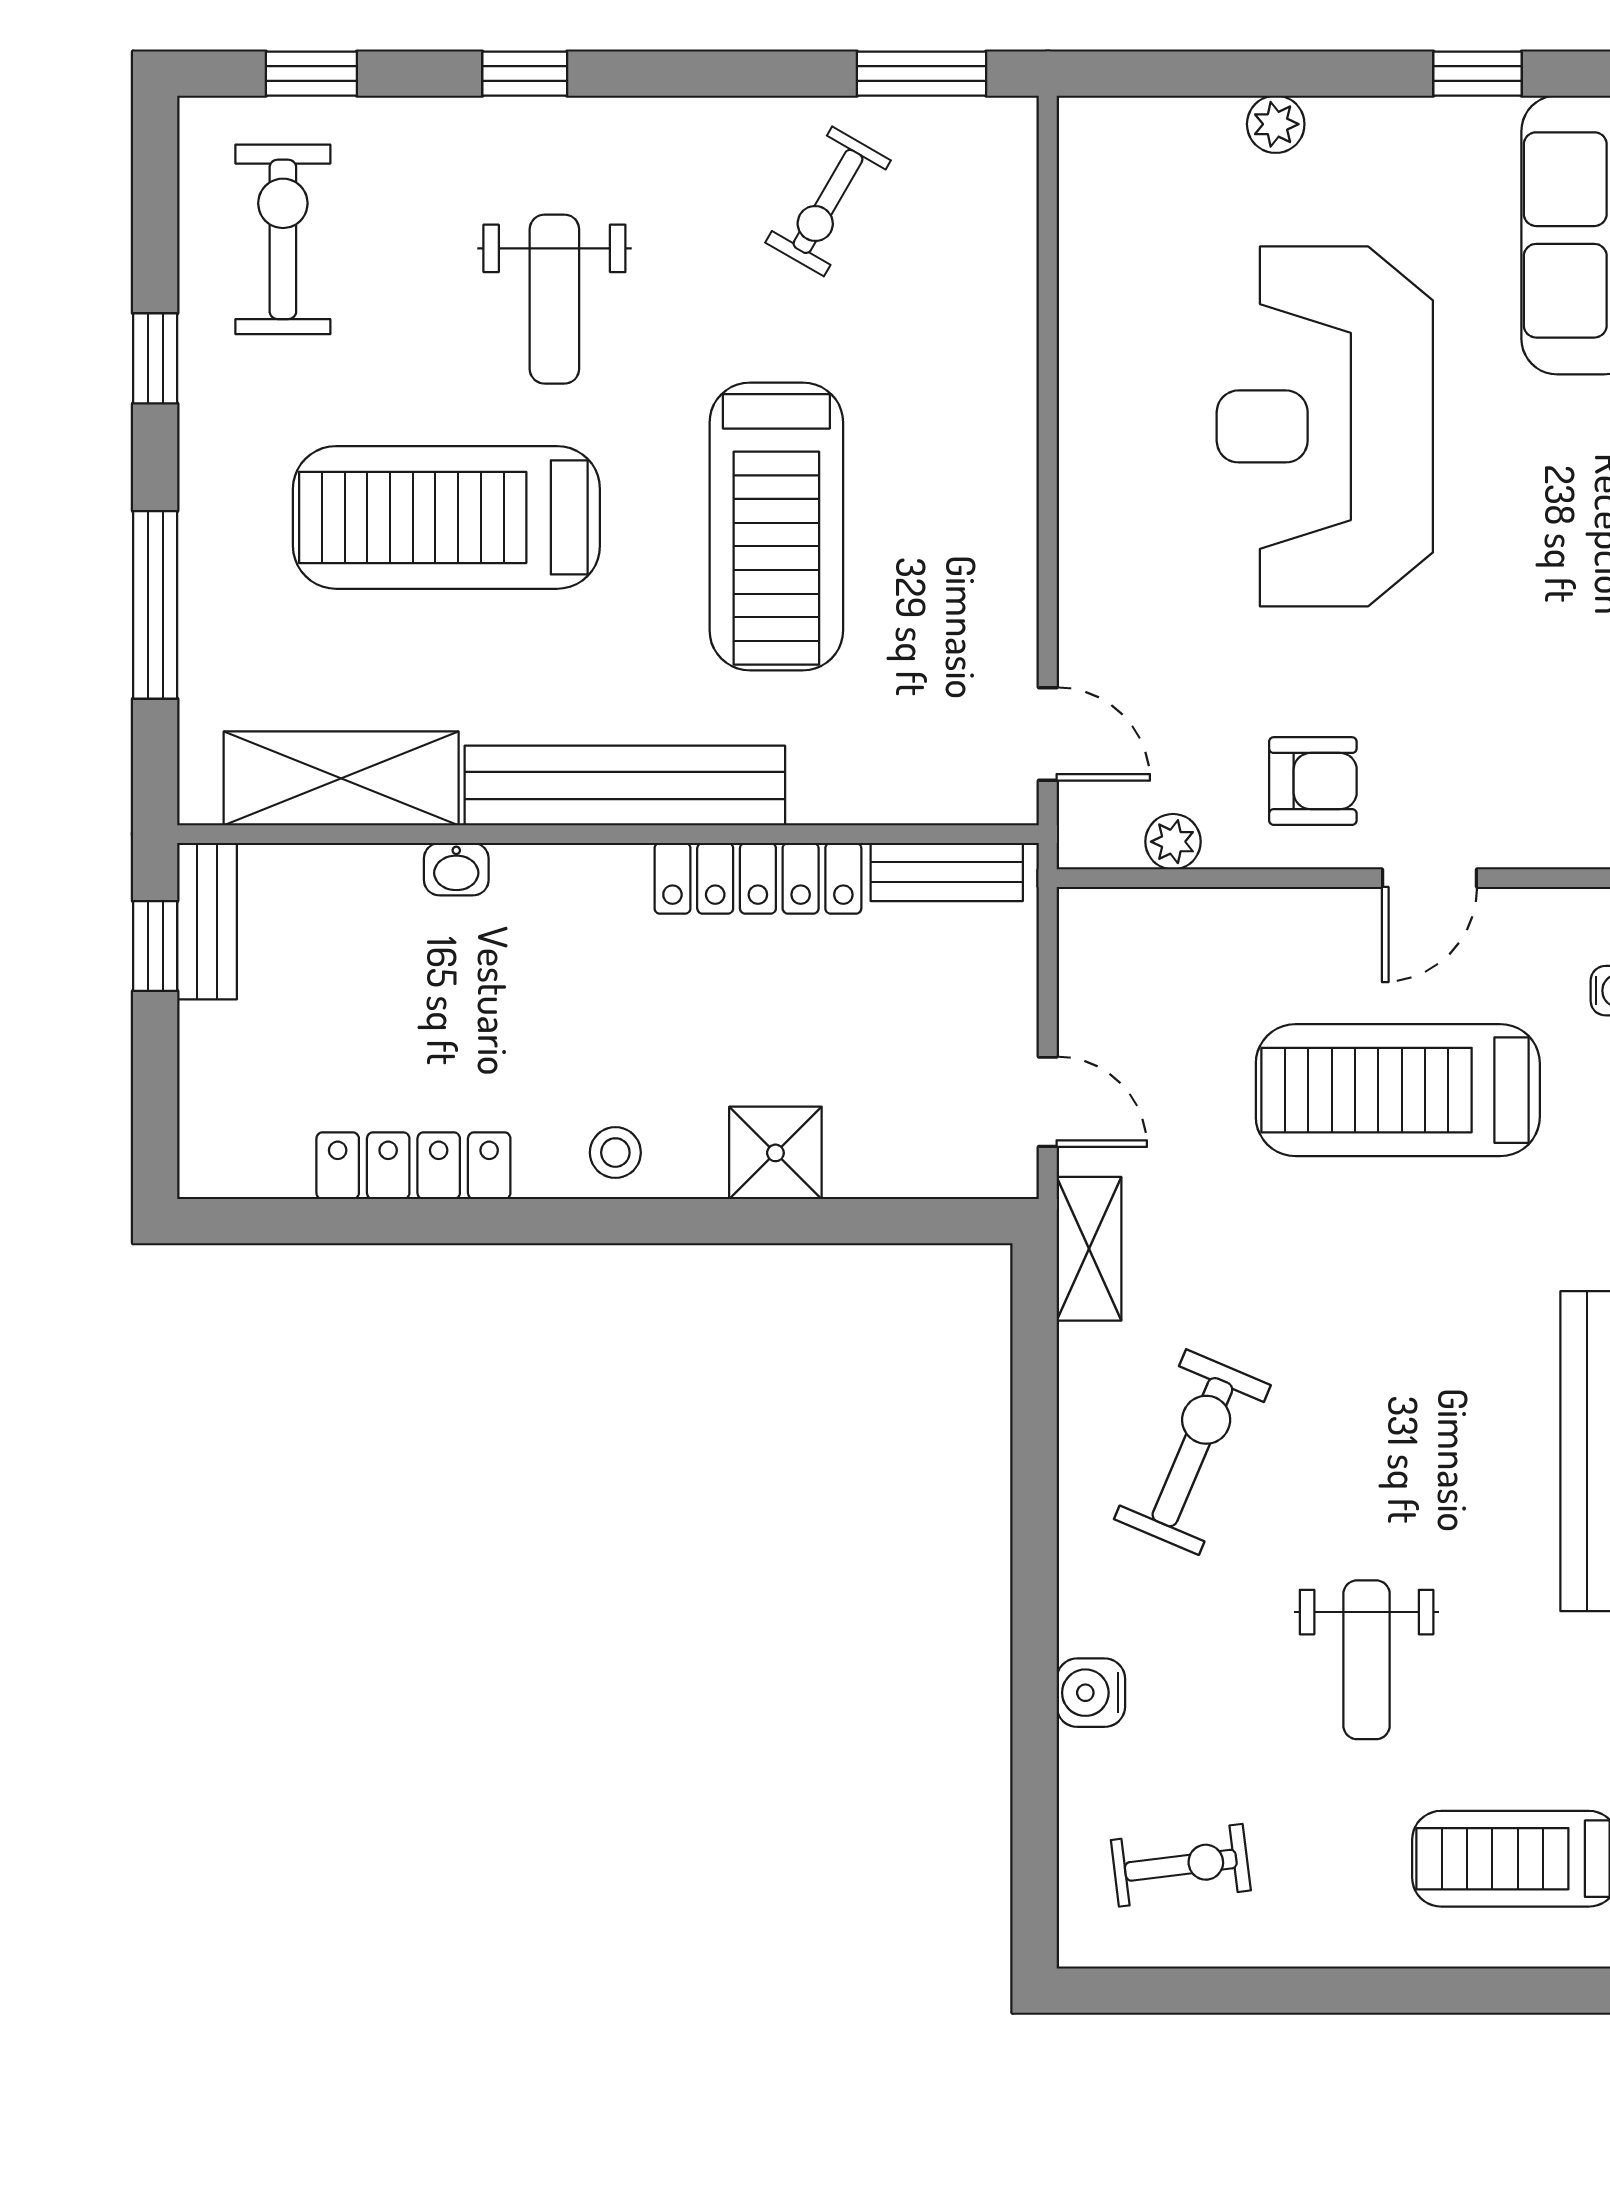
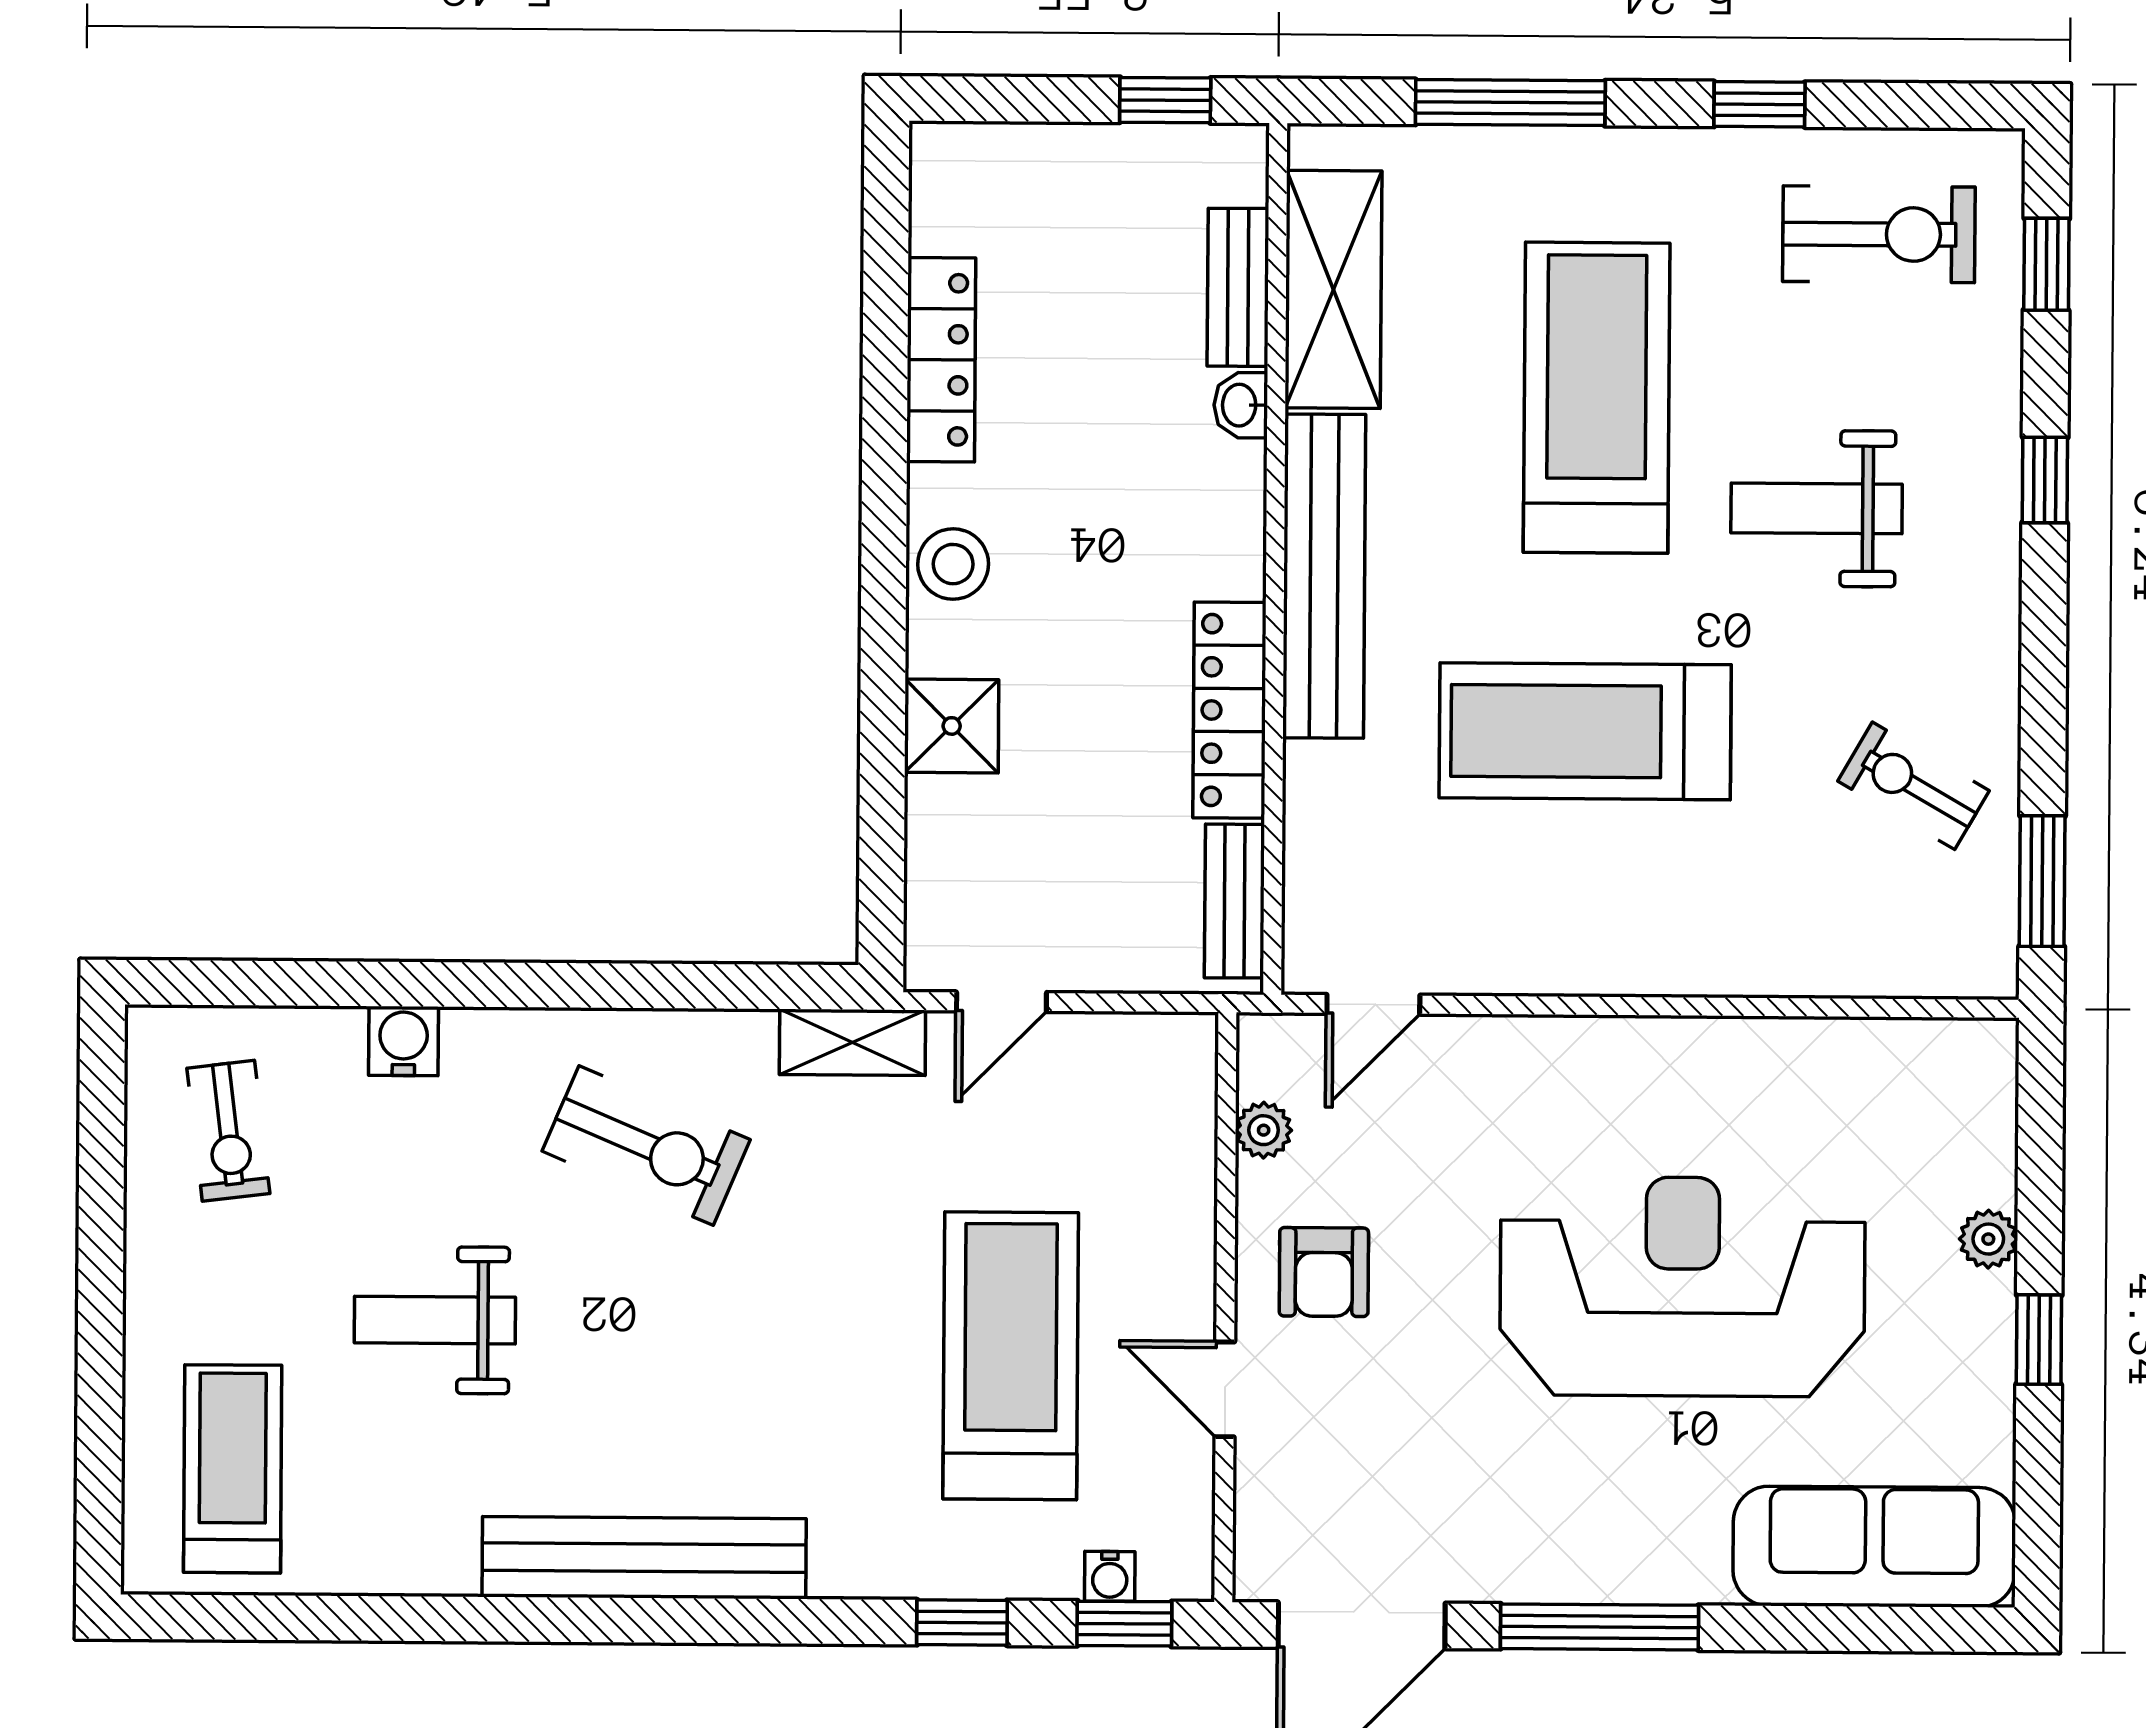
window: (1478, 74) -> (2039, 1340), moved
bench: (207, 921) -> (1238, 287), moved, turned 90
stool: (615, 1153) -> (953, 564), width x1.37, depth x1.37

